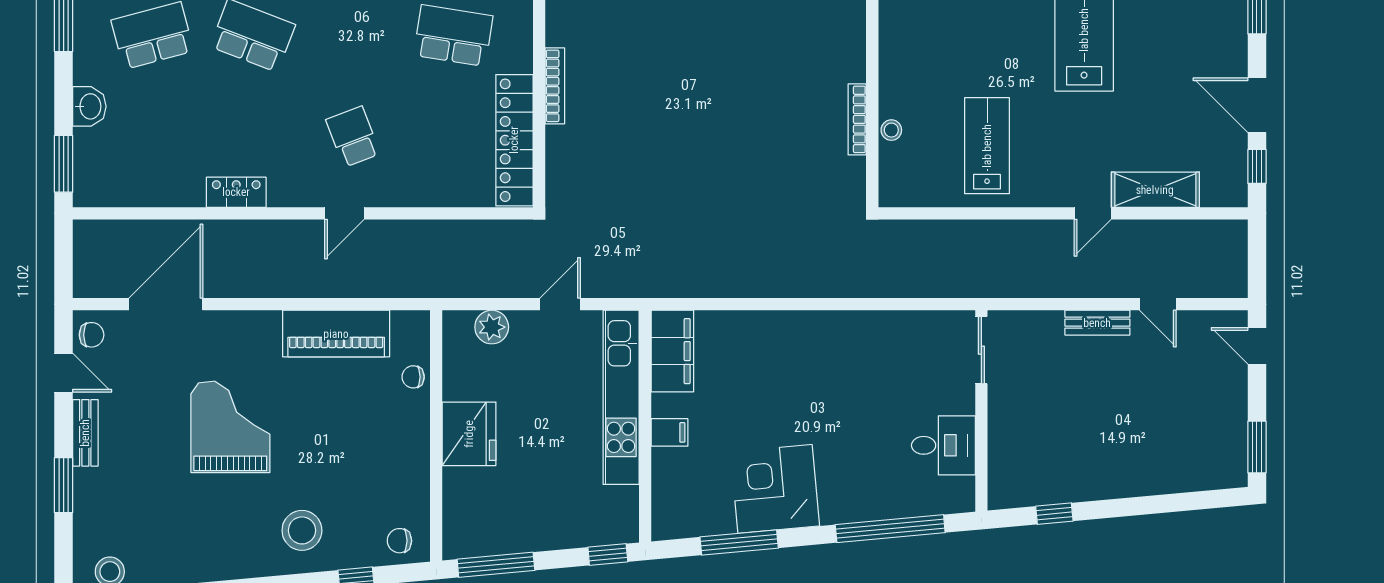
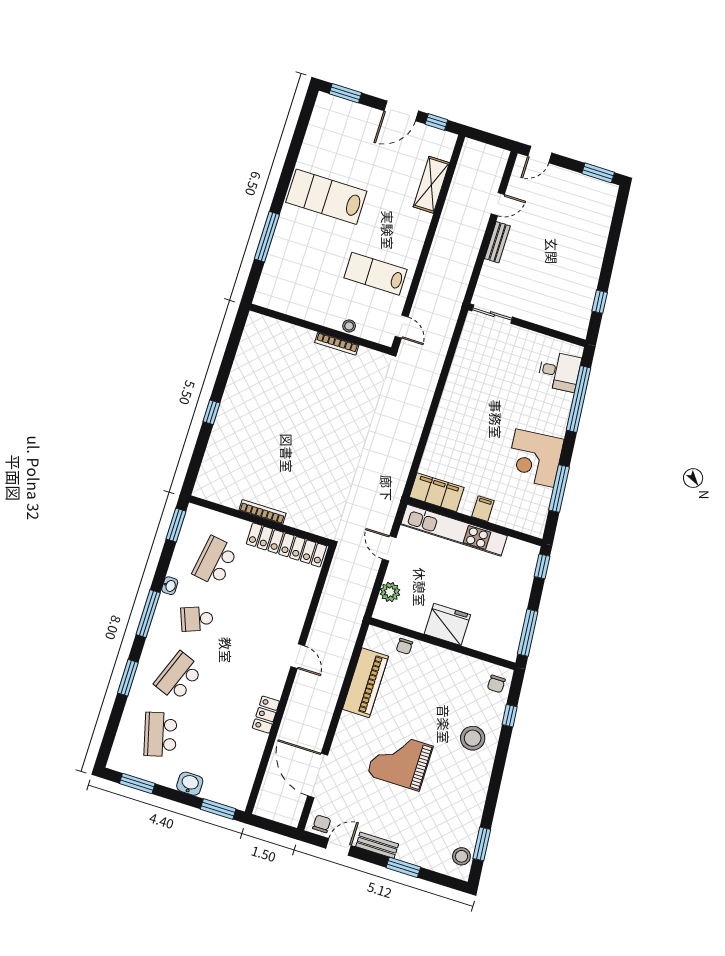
school desk: (353, 137) -> (197, 619), moved
door: (1093, 213) -> (402, 327), moved
desk: (943, 445) -> (559, 371), moved, turned 85

